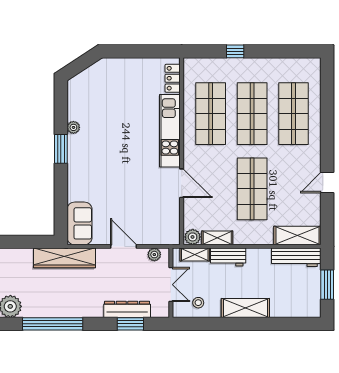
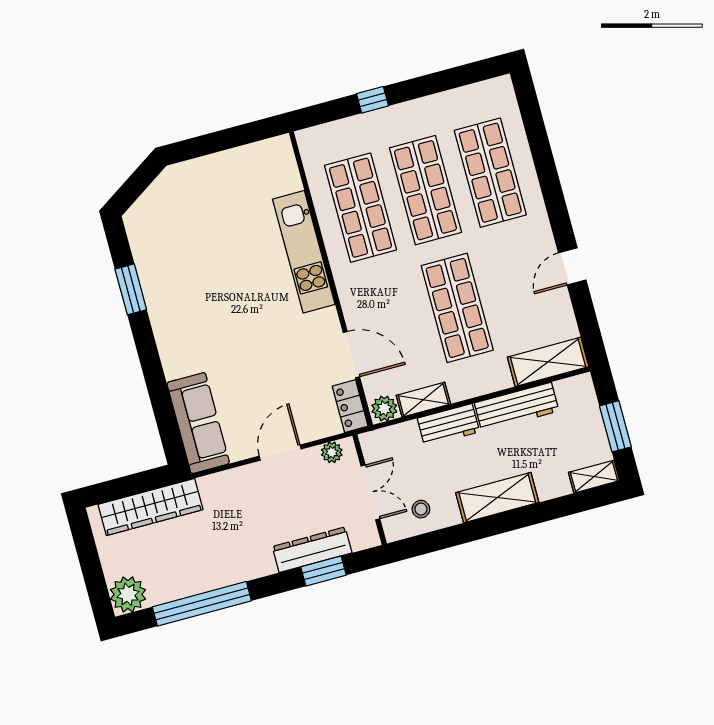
locker: (173, 78) -> (350, 406), moved
plant: (73, 127) -> (151, 287), removed
window: (61, 149) -> (131, 289), moved
door: (182, 183) -> (351, 355), moved
sofa: (80, 223) -> (198, 423), width x1.36
door: (124, 246) -> (280, 453), hinge flipped
shelving: (195, 255) -> (594, 477), moved
workbench: (296, 257) -> (517, 407), moved
wardrobe: (64, 258) -> (150, 507), moved

